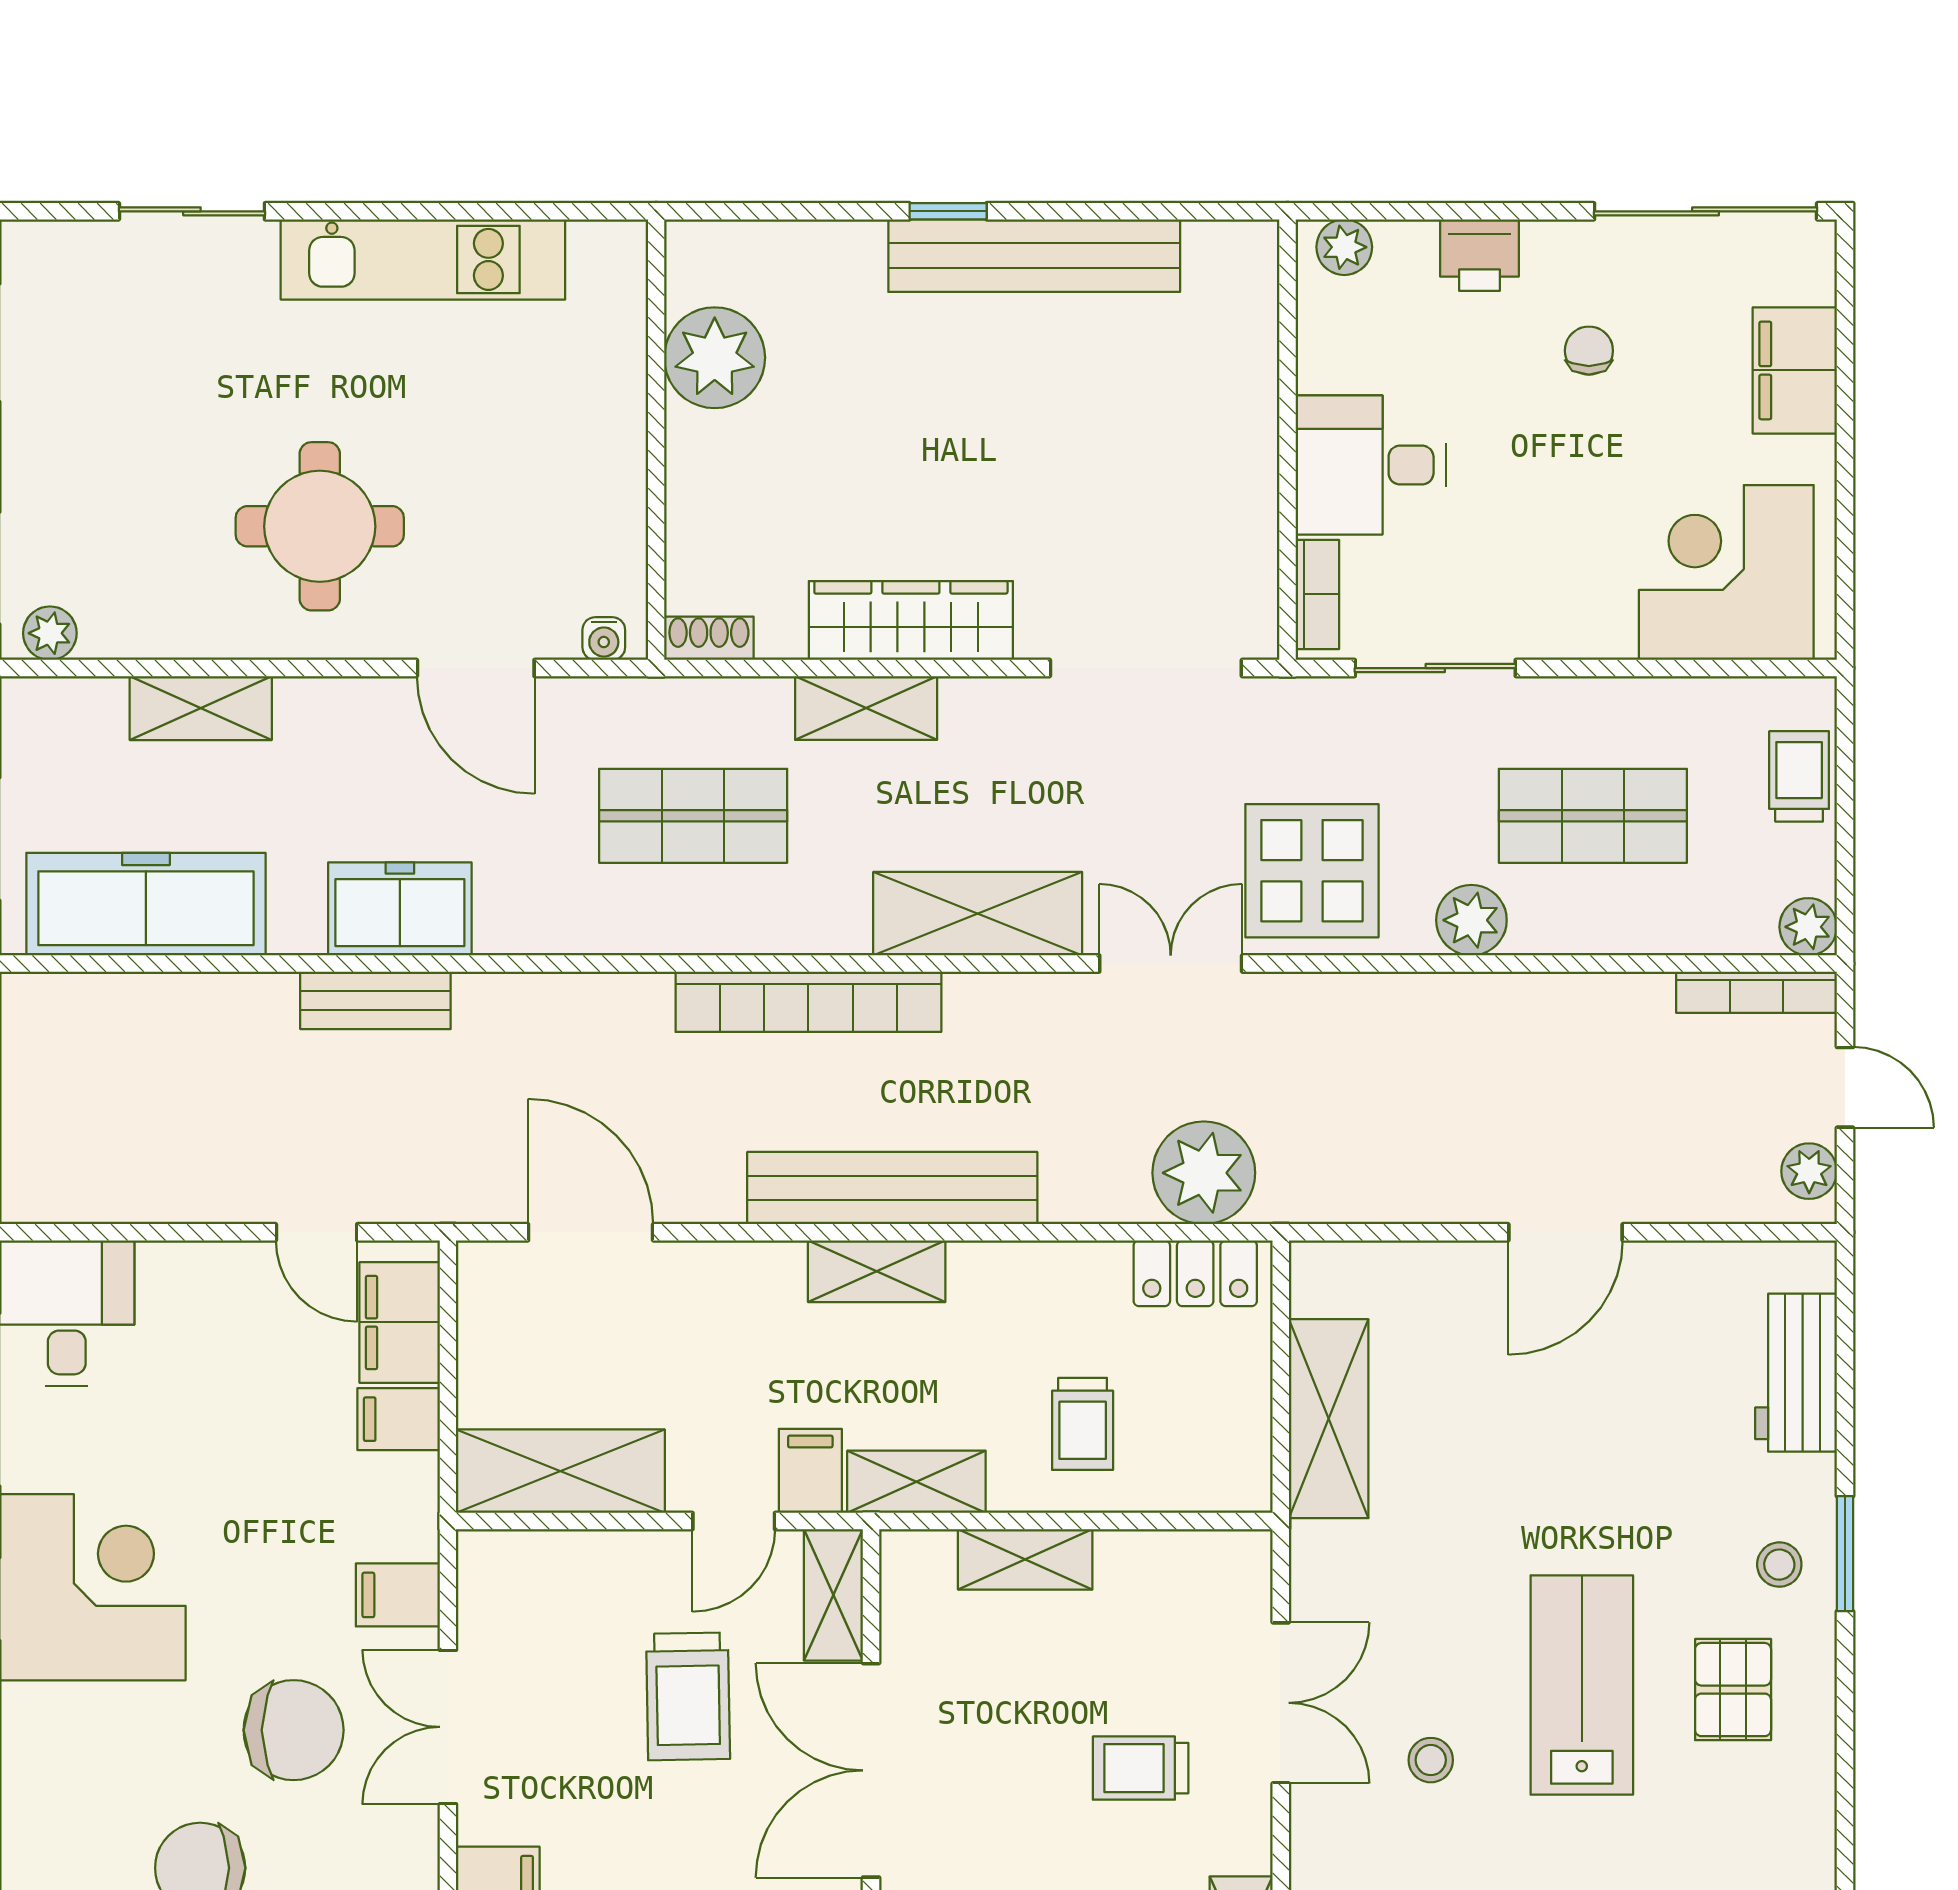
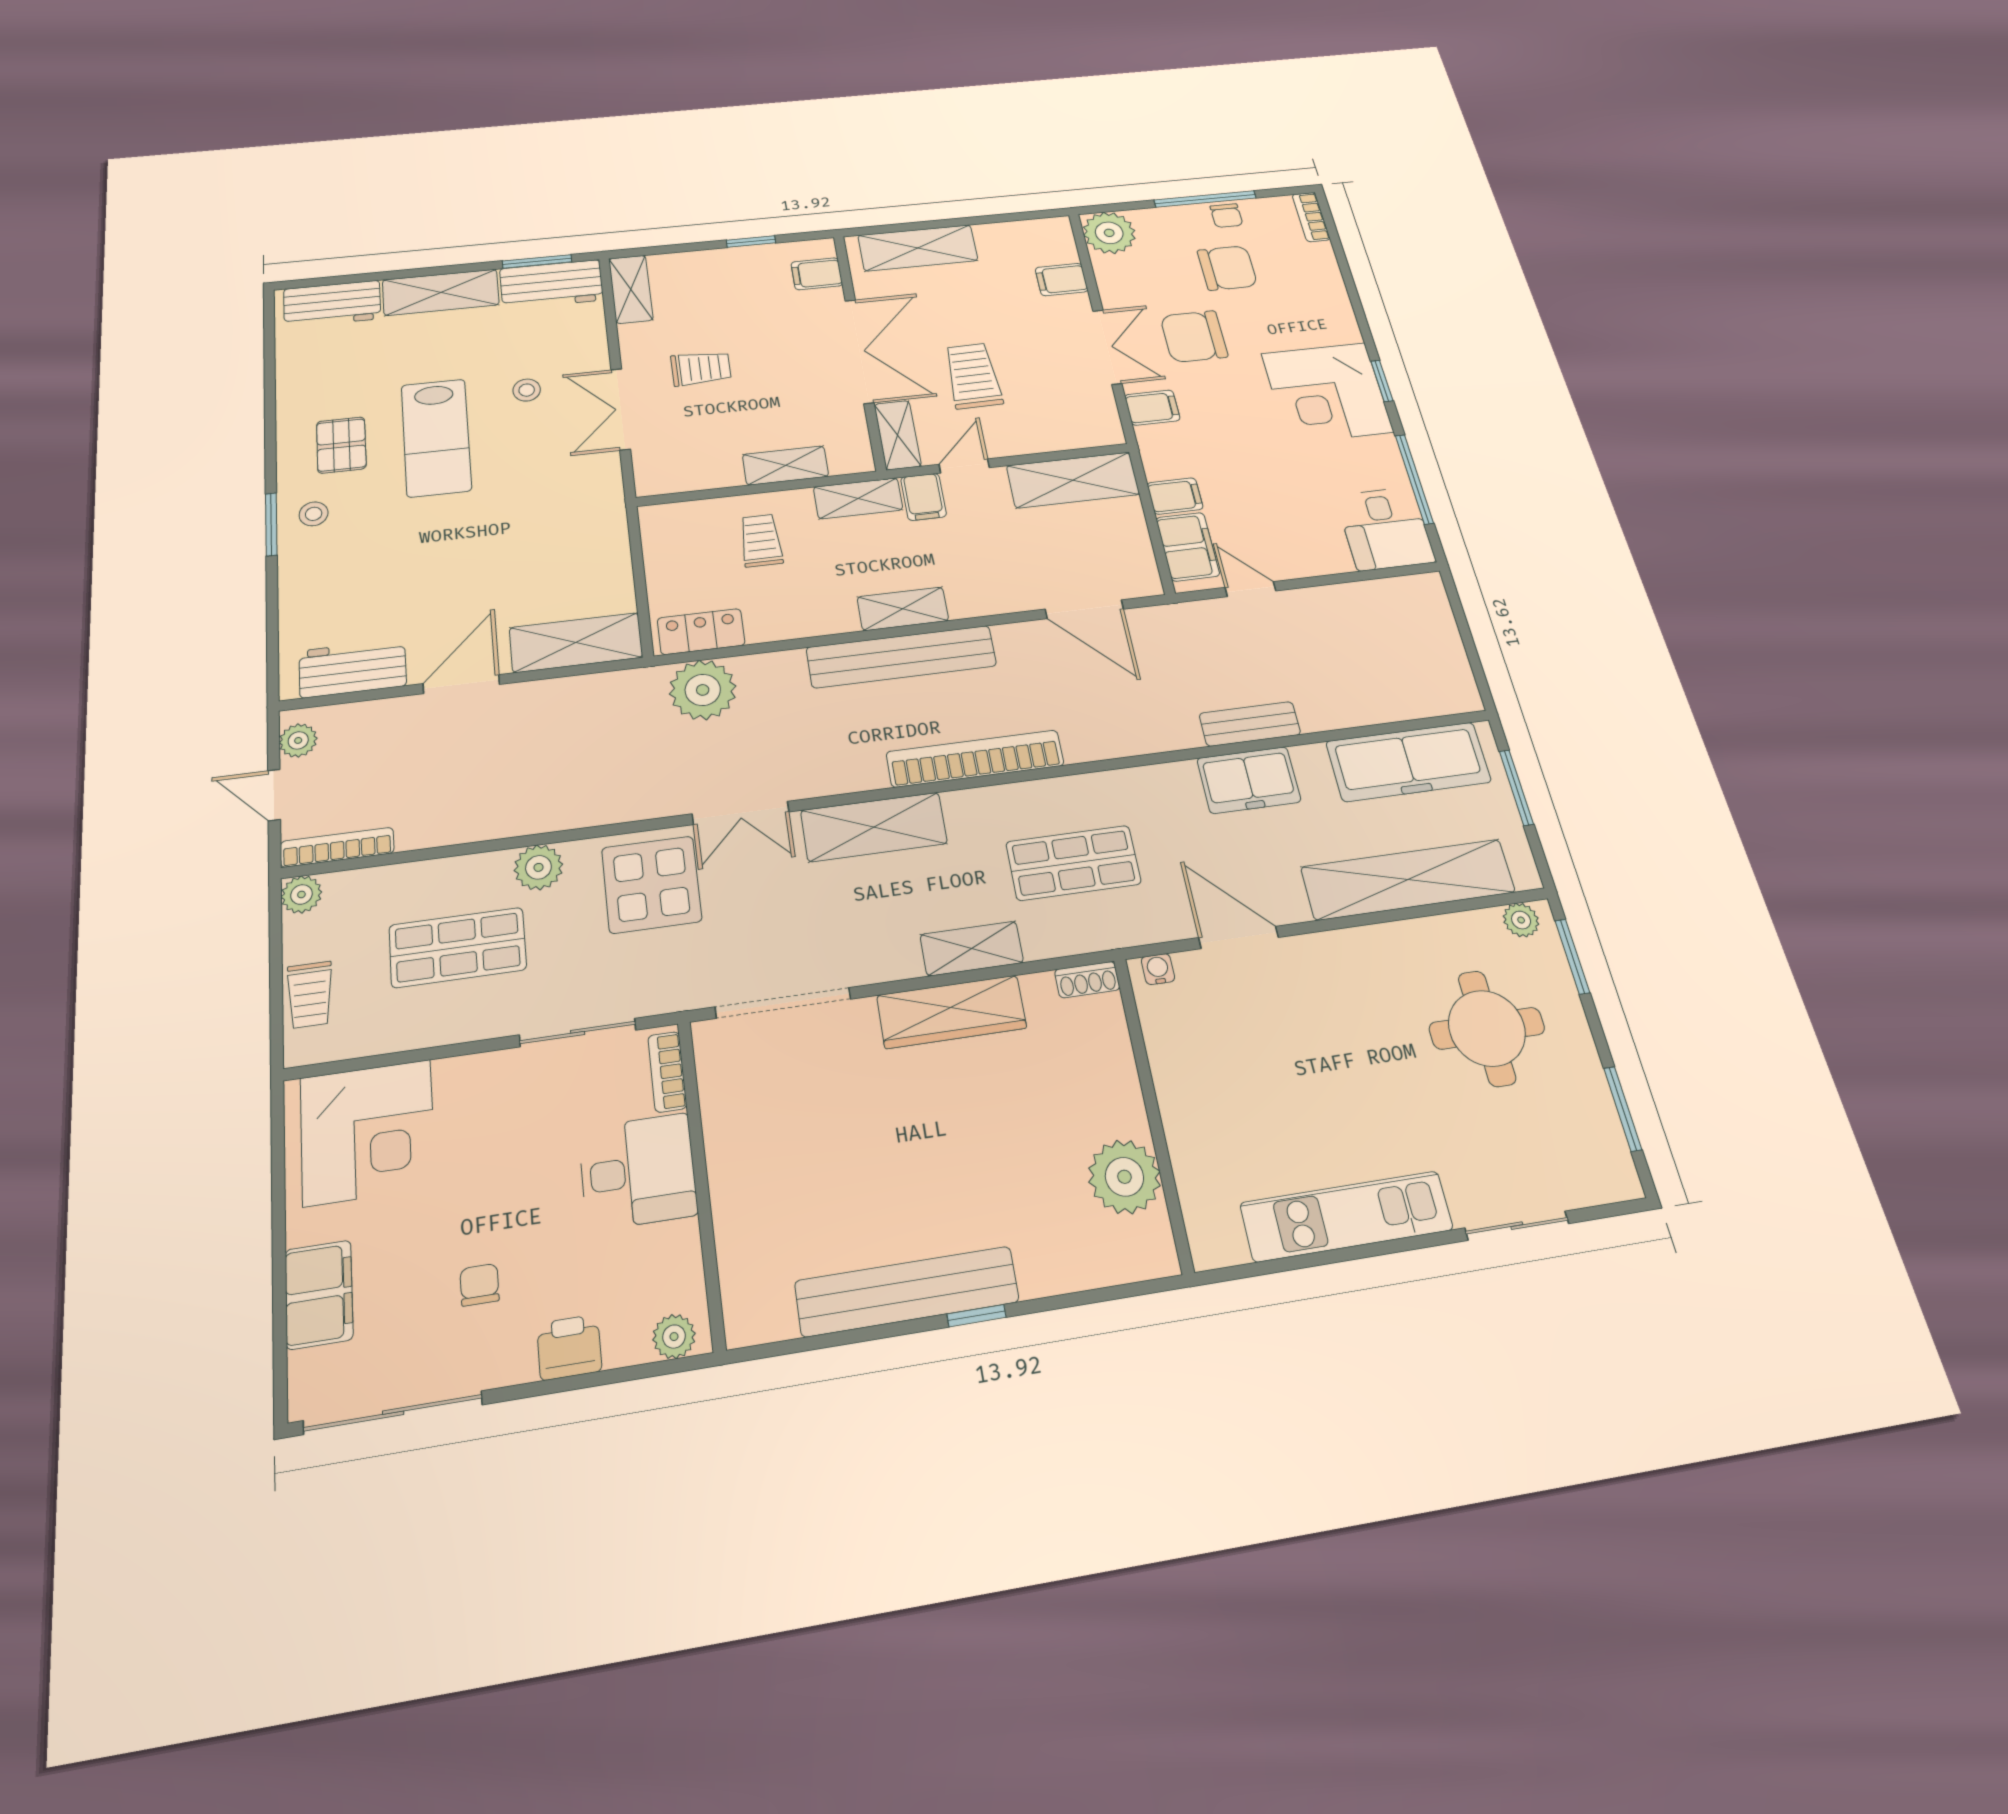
chair: (1589, 351) -> (480, 1285), turned 180
round table: (320, 526) -> (1487, 1028), moved
shelving: (201, 708) -> (1408, 880), width x2.20, depth x1.33
workbench: (1796, 1373) -> (353, 668), moved, turned -90
shelving: (1329, 1419) -> (576, 643), moved, turned 90

